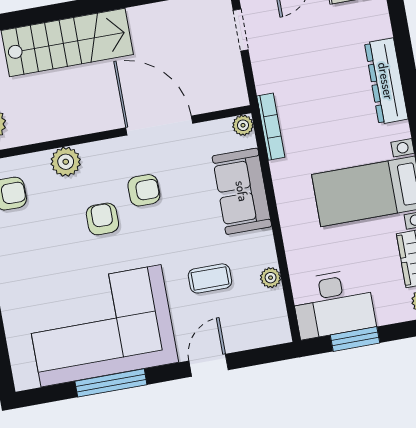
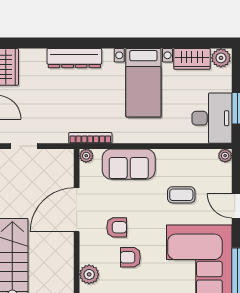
armchair: (144, 190) -> (117, 227), turned 90
coffee table: (210, 278) -> (181, 195), turned 90
plant: (271, 278) -> (225, 156), moved

